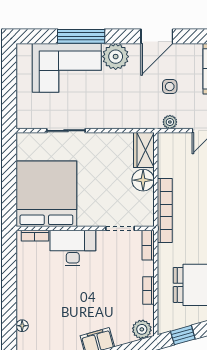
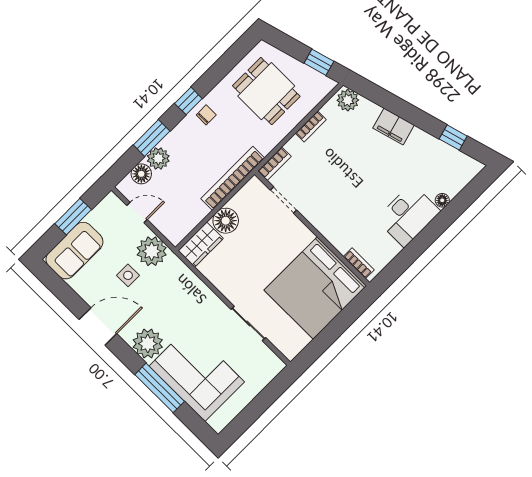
plant: (170, 122) -> (152, 251), width x1.88, depth x1.88
desk: (73, 248) -> (408, 215), moved, turned -90

